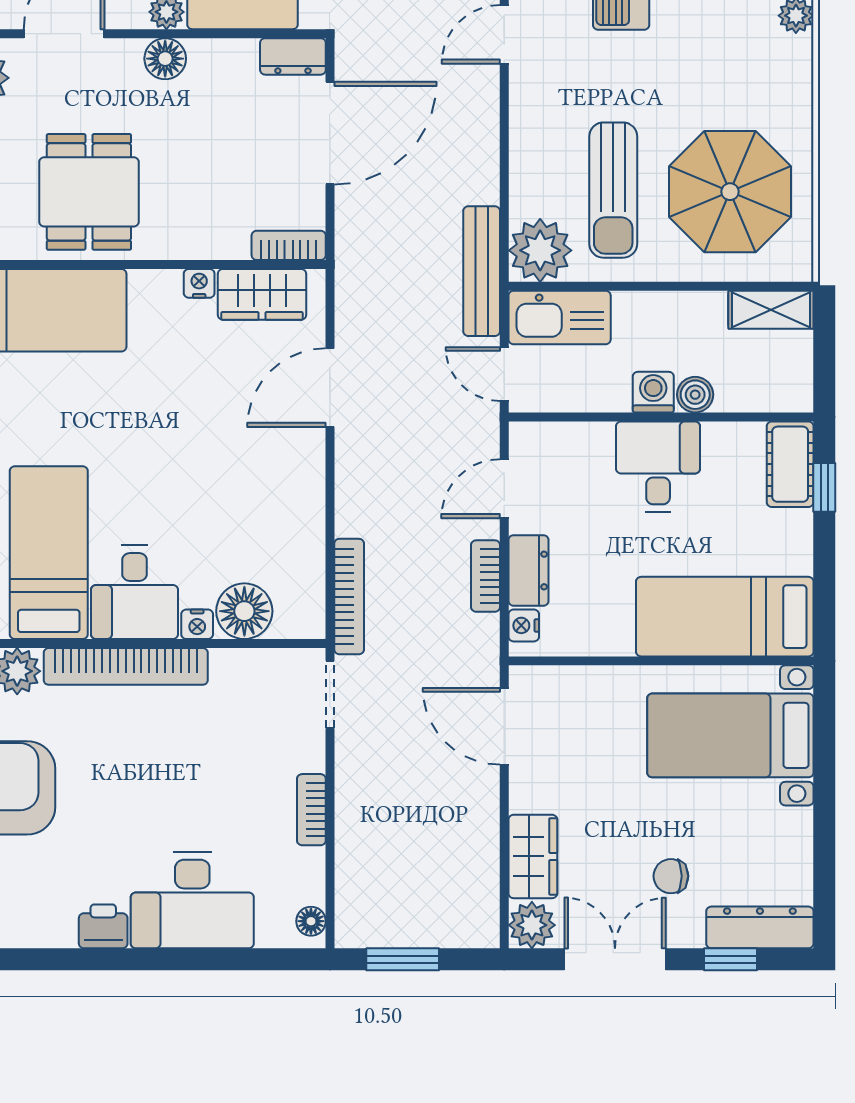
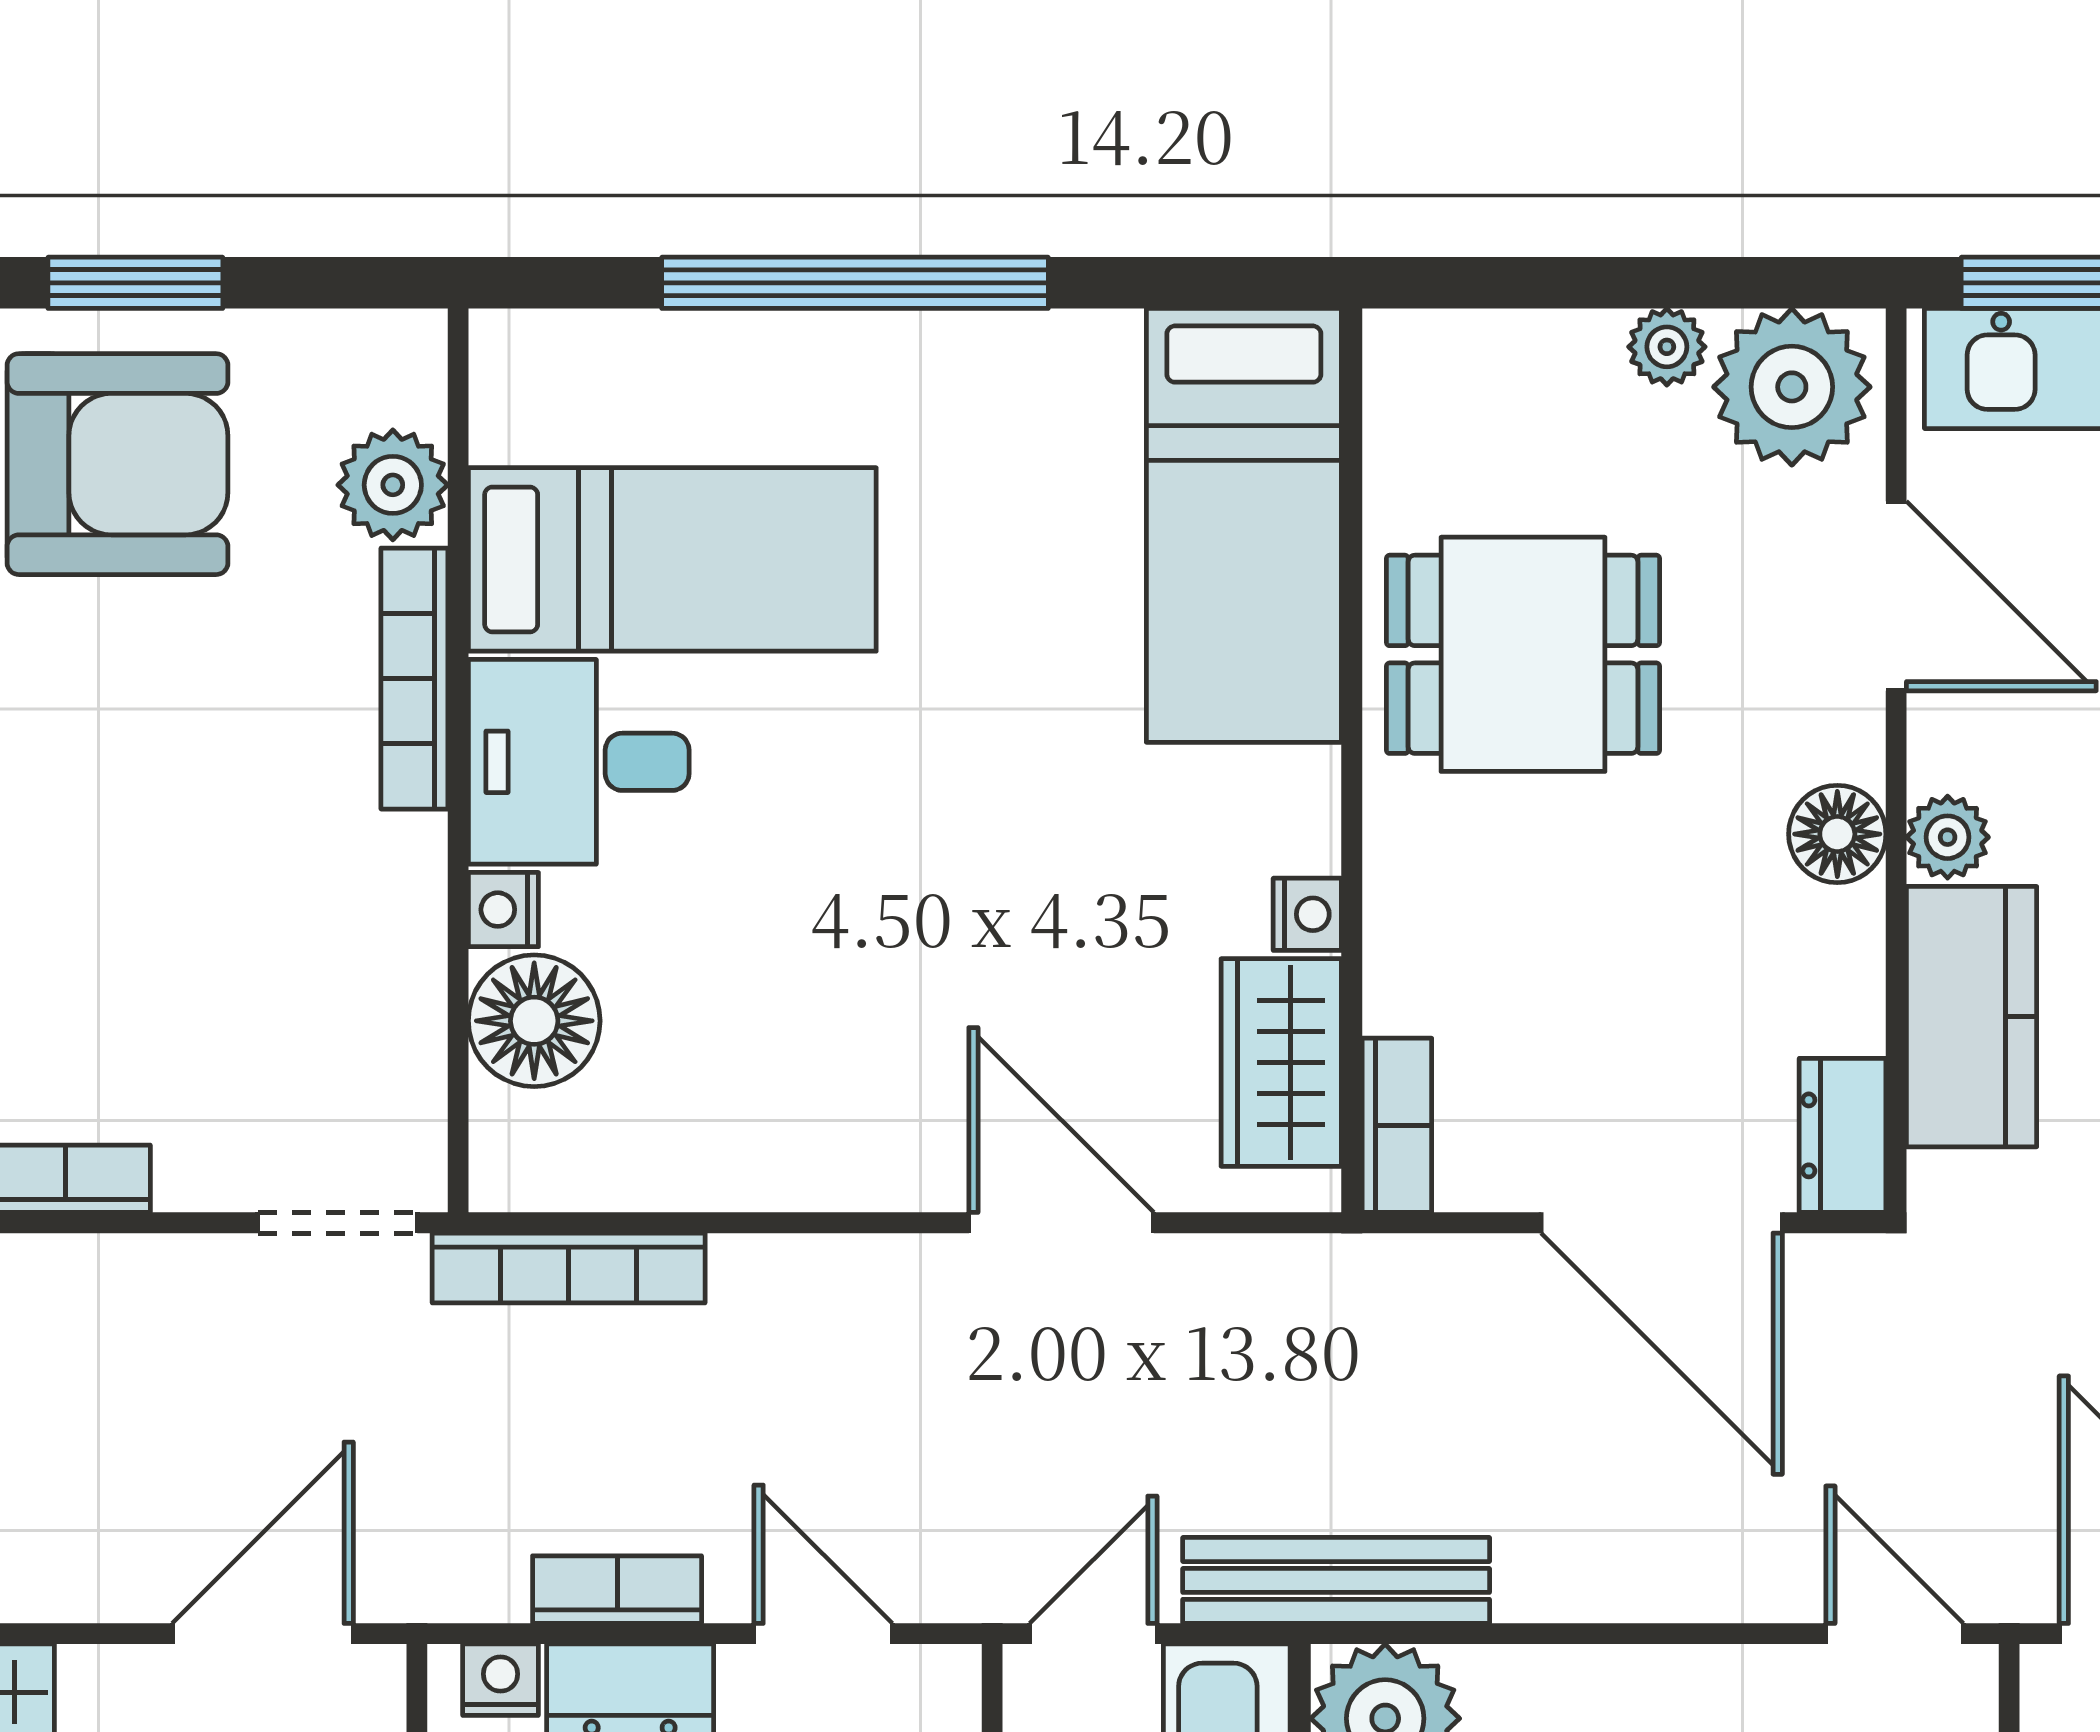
bookcase: (126, 666) -> (414, 679), width x0.68, depth x0.76

